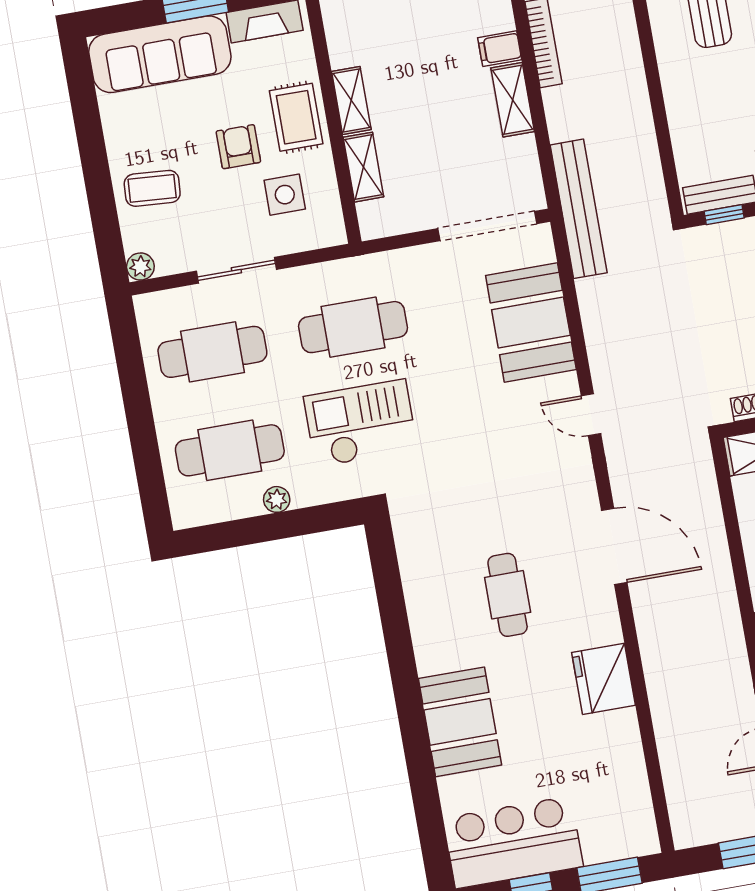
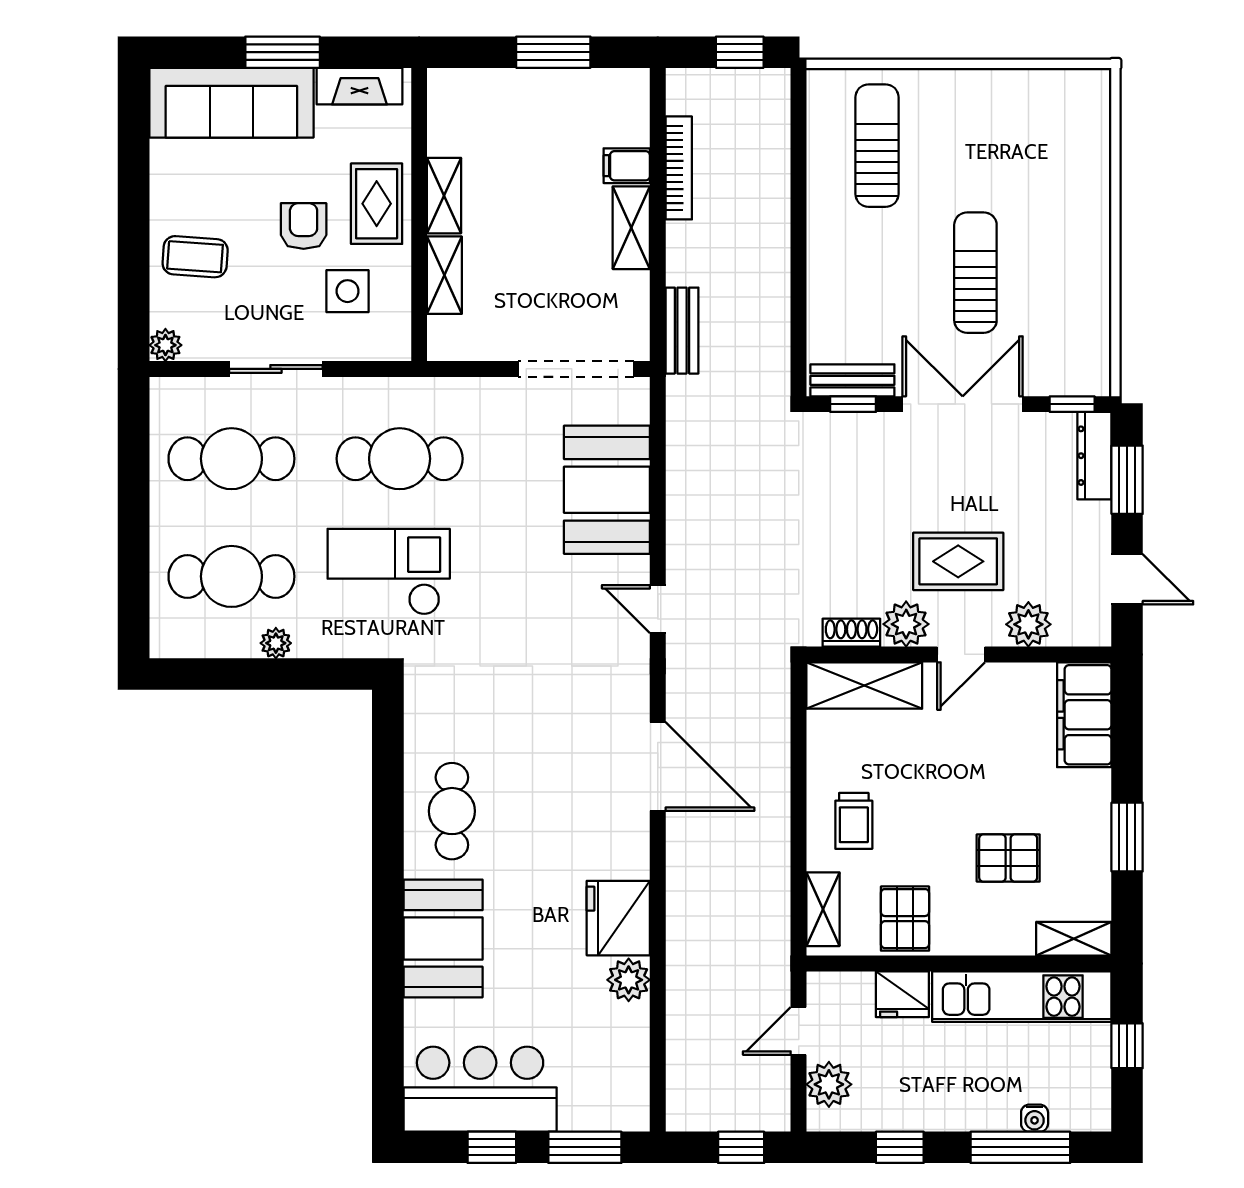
bench: (579, 209) -> (682, 331), width x0.54, depth x0.82
cafe table: (508, 595) -> (452, 811), moved
plant: (621, 729) -> (629, 980), added

